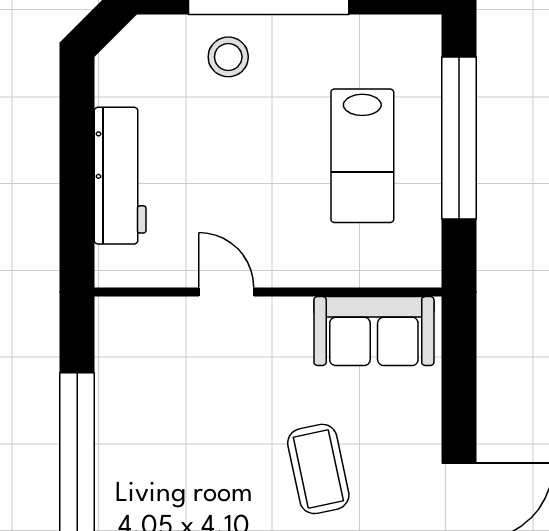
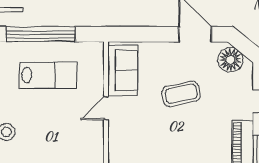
door: (226, 292) -> (106, 108), moved

